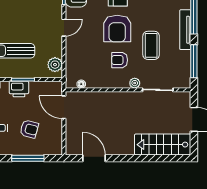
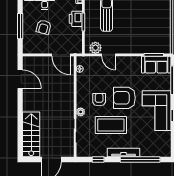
door: (64, 28) -> (108, 55), moved
coffee table: (151, 45) -> (111, 125), width x1.36, depth x1.32
window: (194, 61) -> (98, 159), width x0.46
door: (64, 107) -> (61, 55), swing flipped
door: (94, 158) -> (20, 79), hinge flipped

